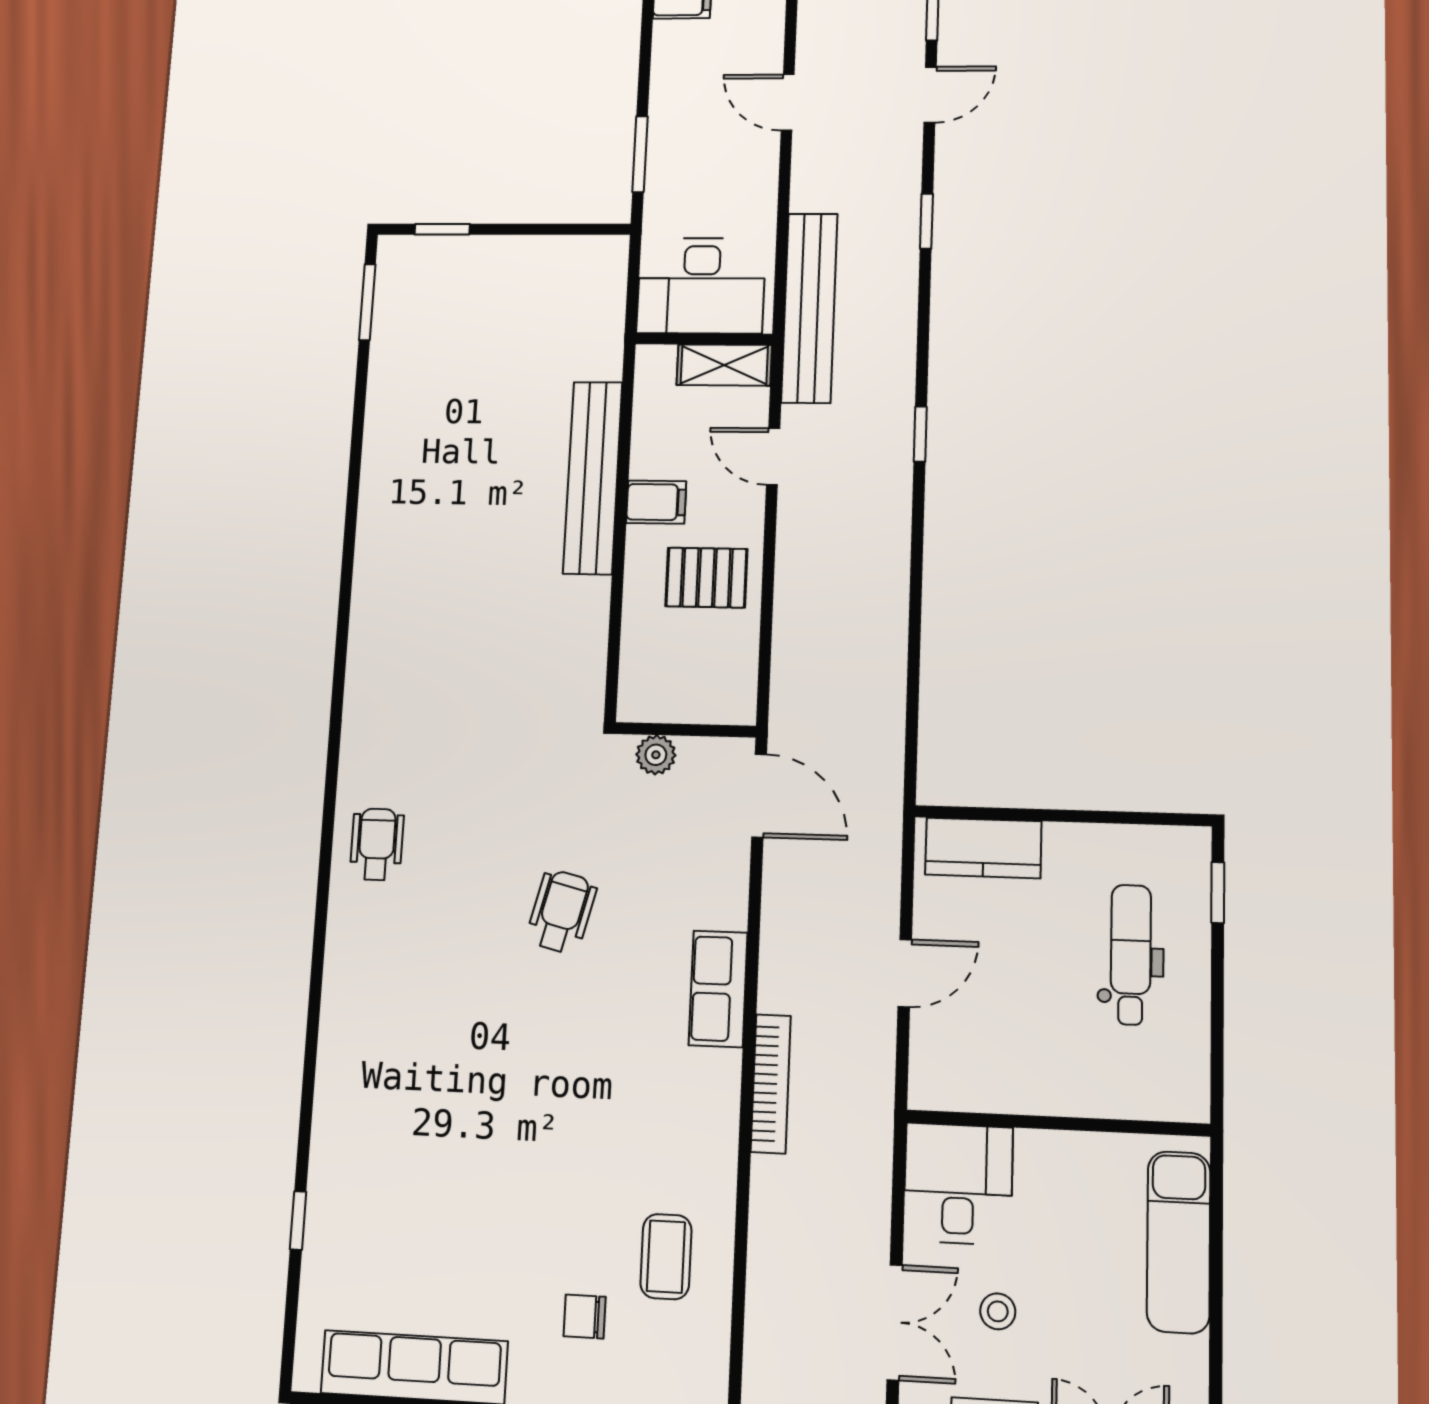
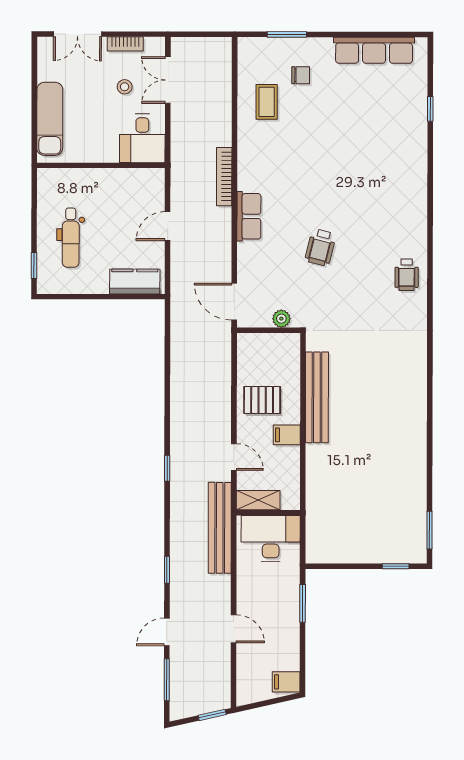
bench: (593, 478) -> (317, 397), moved

